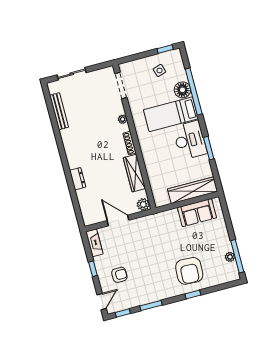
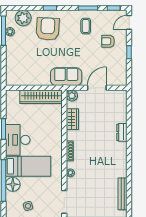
wardrobe: (134, 173) -> (72, 119), width x0.67
wardrobe: (193, 190) -> (41, 97), moved
sofa: (197, 213) -> (66, 77), moved
door: (118, 220) -> (97, 88), swing flipped
fireplace: (94, 243) -> (122, 74), removed
plant: (219, 276) -> (23, 18), added
coffee table: (148, 285) -> (86, 26), added

